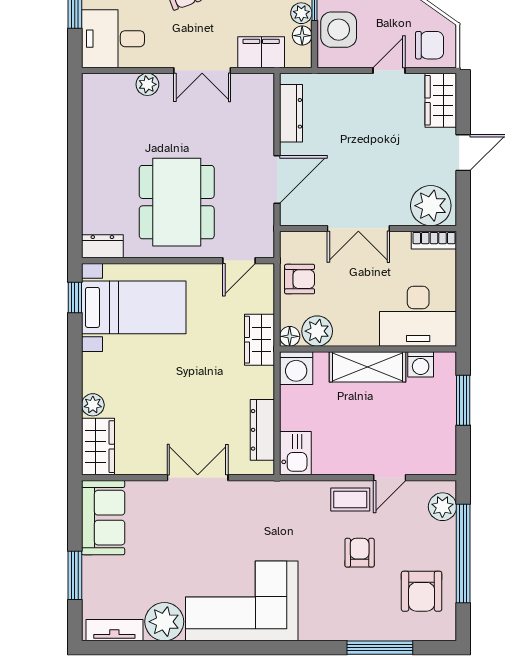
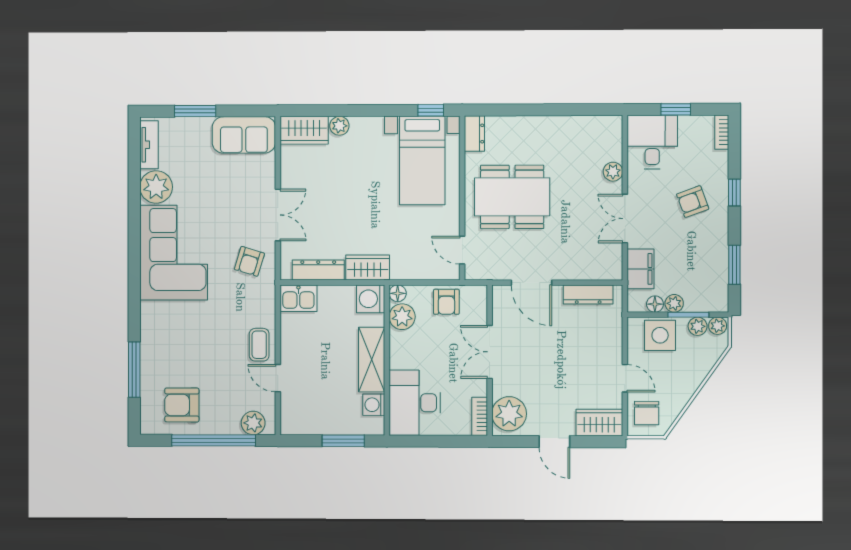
wardrobe: (260, 340) -> (368, 268), moved
armchair: (360, 553) -> (249, 261), moved, turned 107

